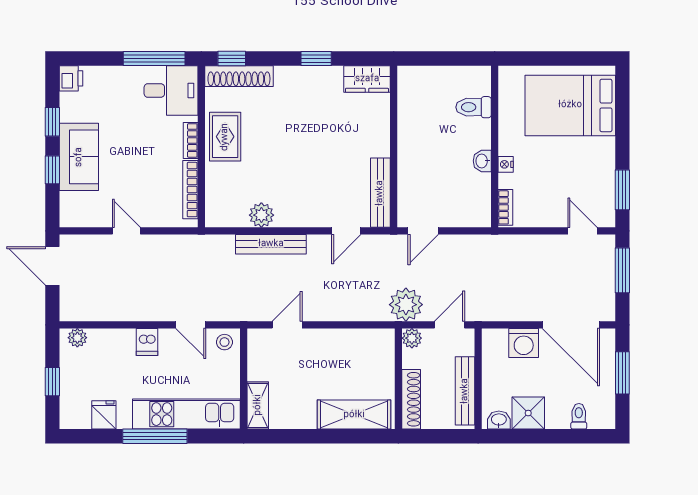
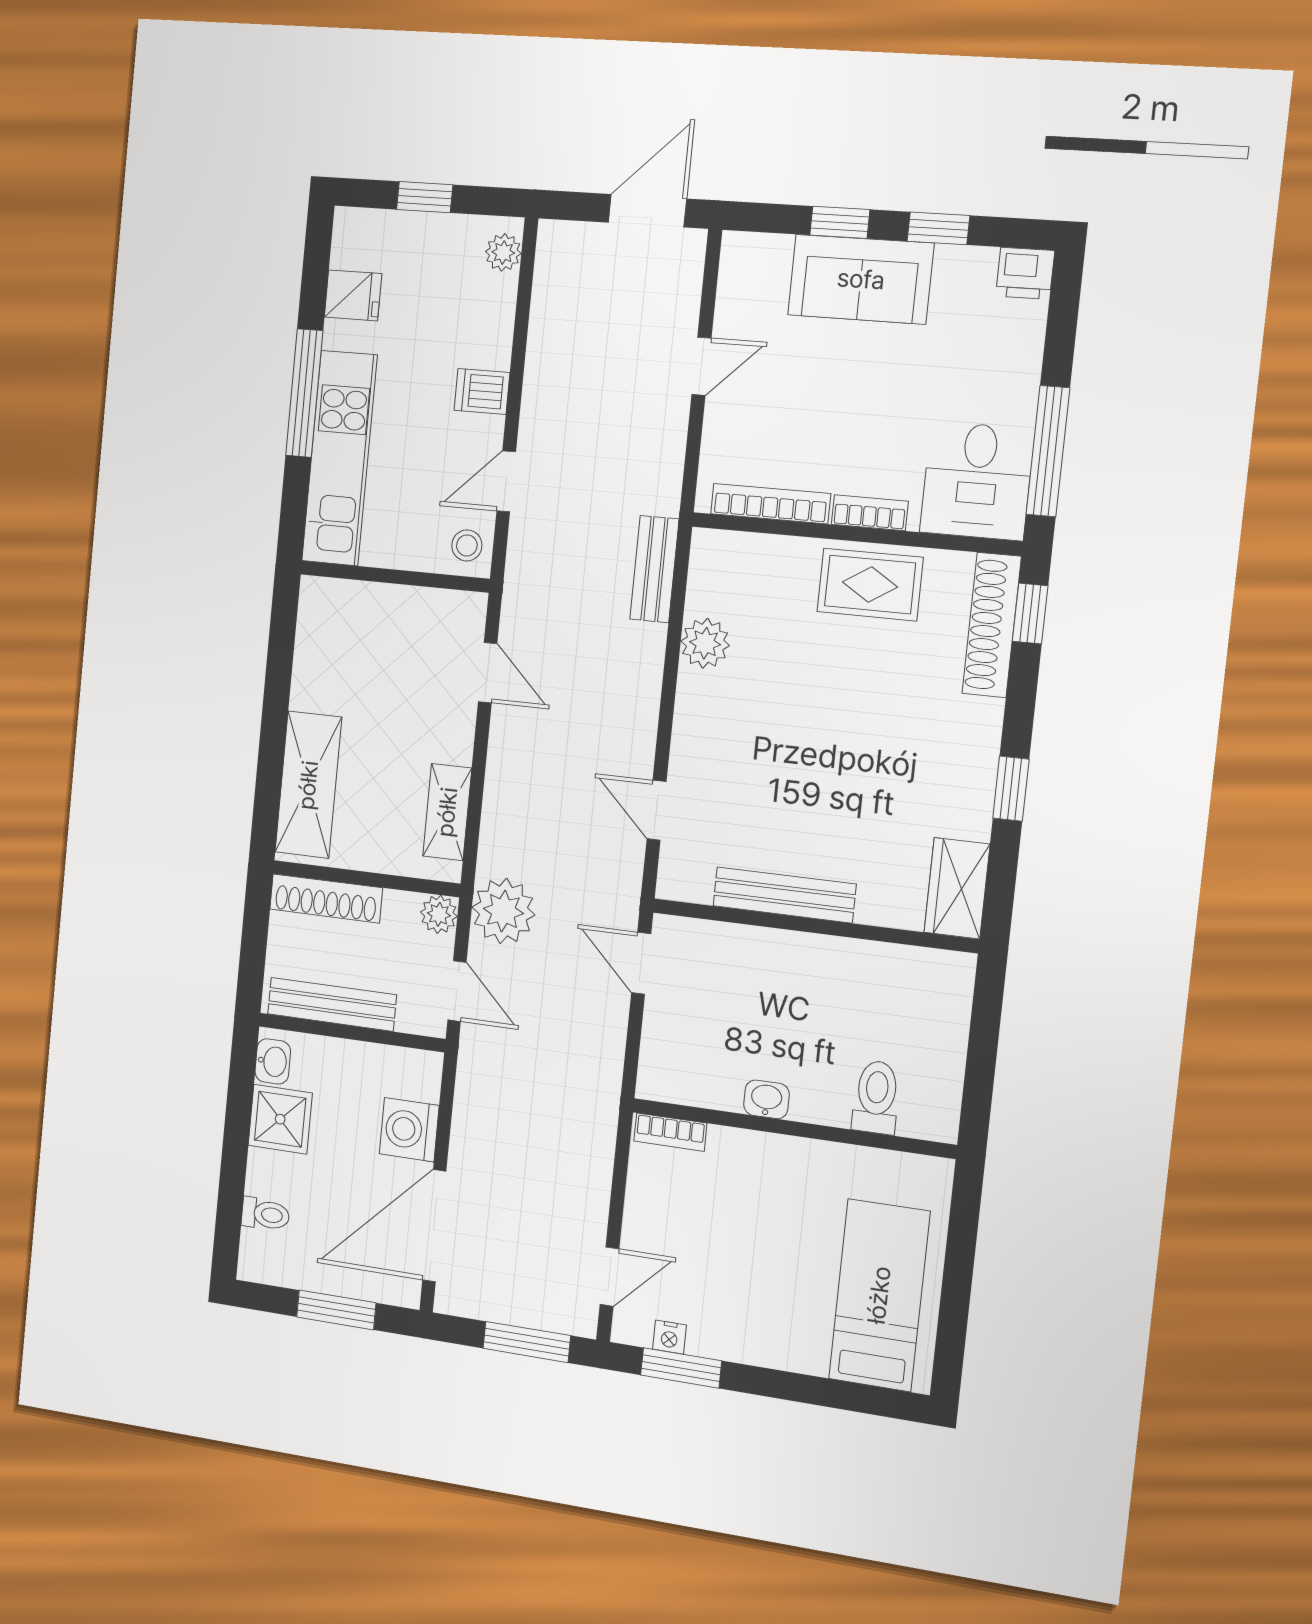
bed: (570, 105) -> (879, 1295), width x0.67
nightstand: (506, 164) -> (669, 1337), moved, turned 180
bench: (380, 193) -> (784, 895), moved
bench: (271, 244) -> (654, 569), moved, width x0.73
shelving: (258, 405) -> (447, 812), moved, turned 90

